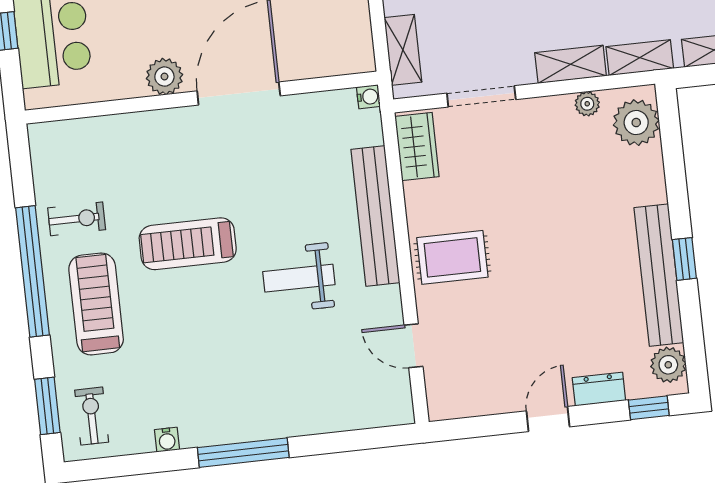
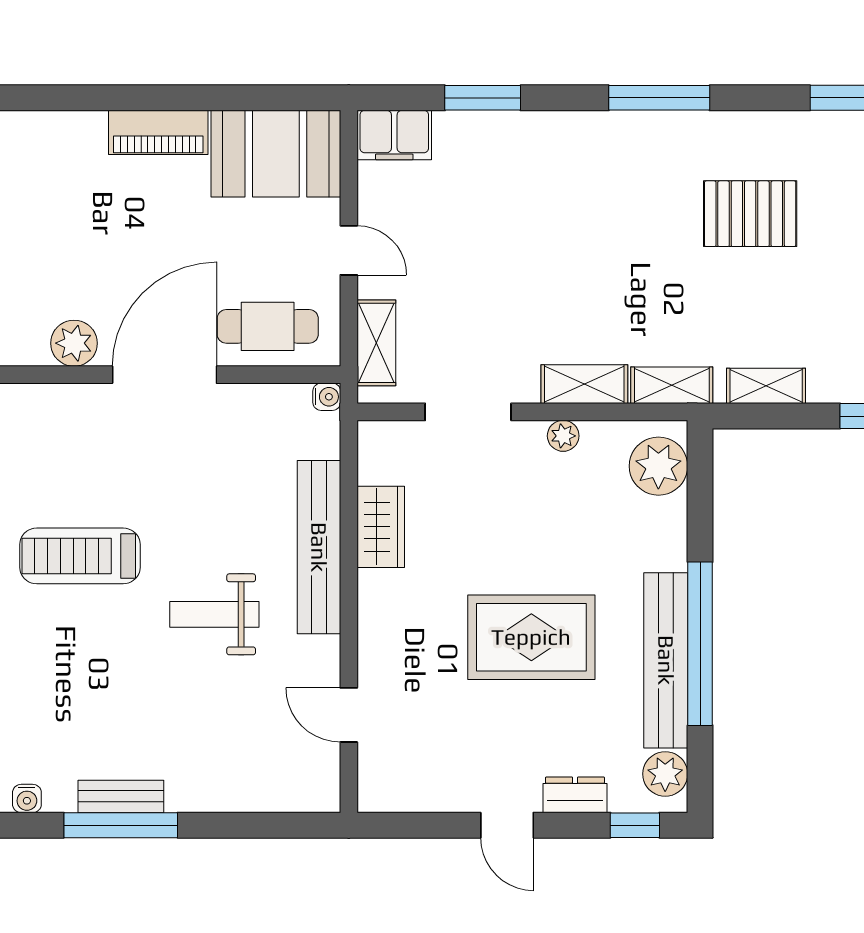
cafe table: (316, 46) -> (268, 326), added
plant: (587, 104) -> (563, 436), moved
wardrobe: (417, 146) -> (381, 527), moved
rug: (452, 257) -> (531, 637), moved, width x1.36, depth x1.43
window: (684, 259) -> (700, 644), width x3.17
door: (548, 419) -> (507, 825), swing flipped
bench: (241, 430) -> (121, 796), added

